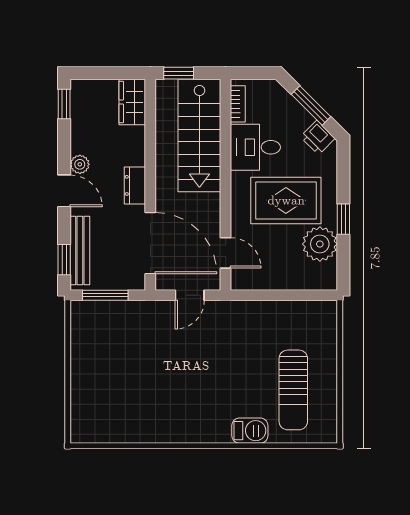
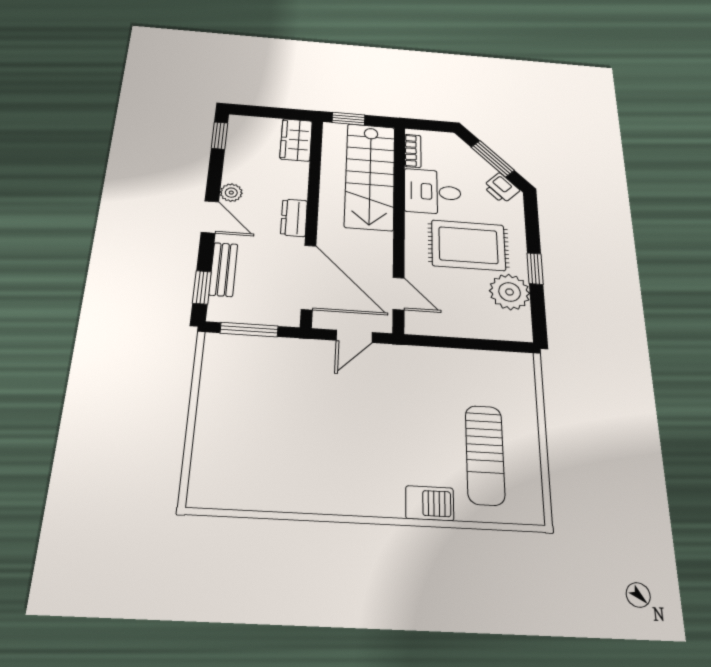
bench: (80, 251) -> (223, 269), width x0.73

